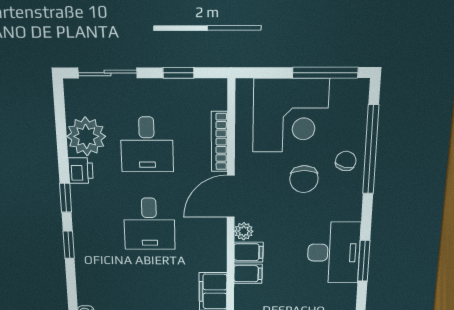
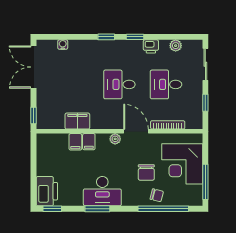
plant: (86, 136) -> (176, 46), width x0.53, depth x0.53
chair: (304, 179) -> (146, 172), turned -90
filing cabinet: (248, 252) -> (75, 142), moved

